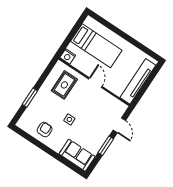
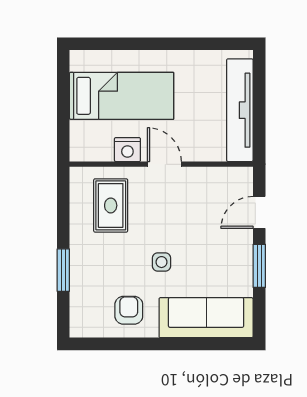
nightstand: (68, 56) -> (127, 150), moved
door: (119, 125) -> (259, 212), swing flipped
sofa: (77, 155) -> (206, 318), width x1.36

